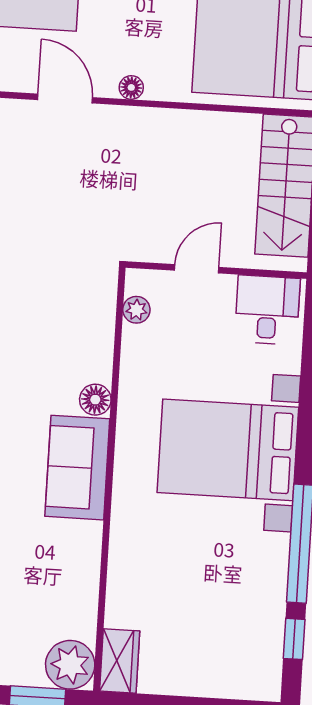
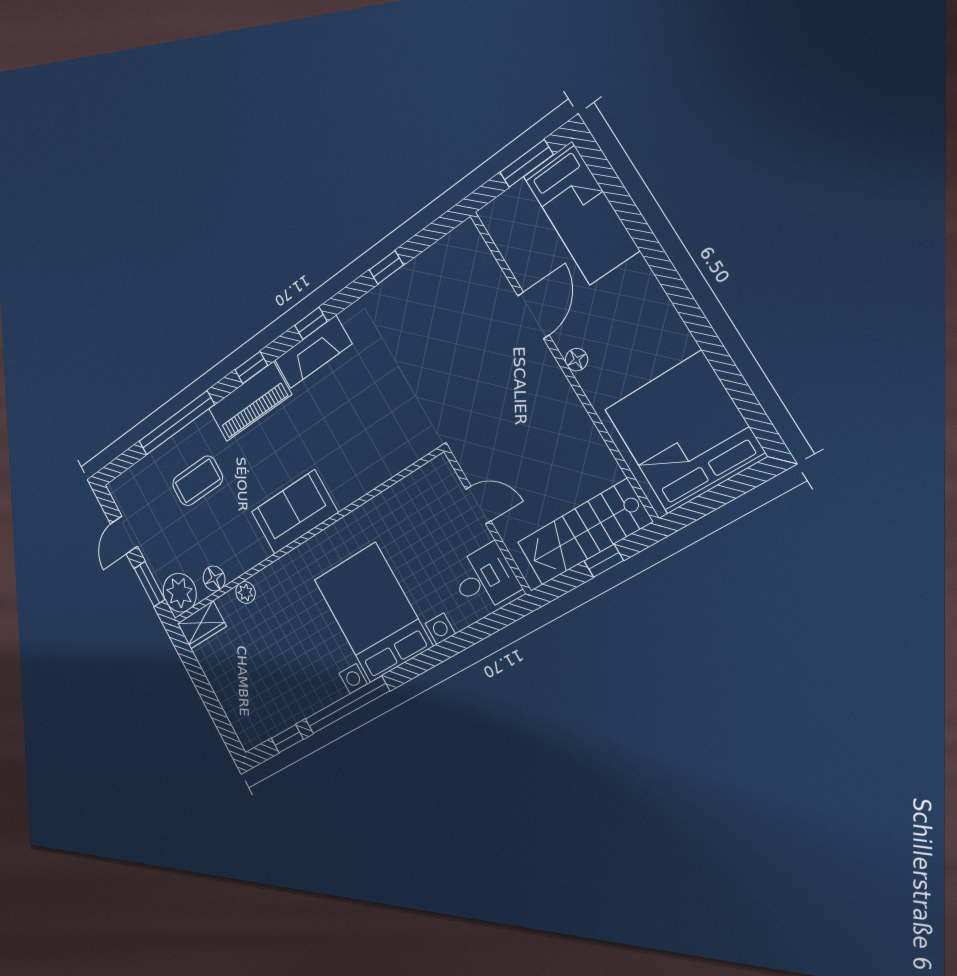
plant: (136, 310) -> (246, 592), moved
floor lamp: (95, 400) -> (214, 579), moved

